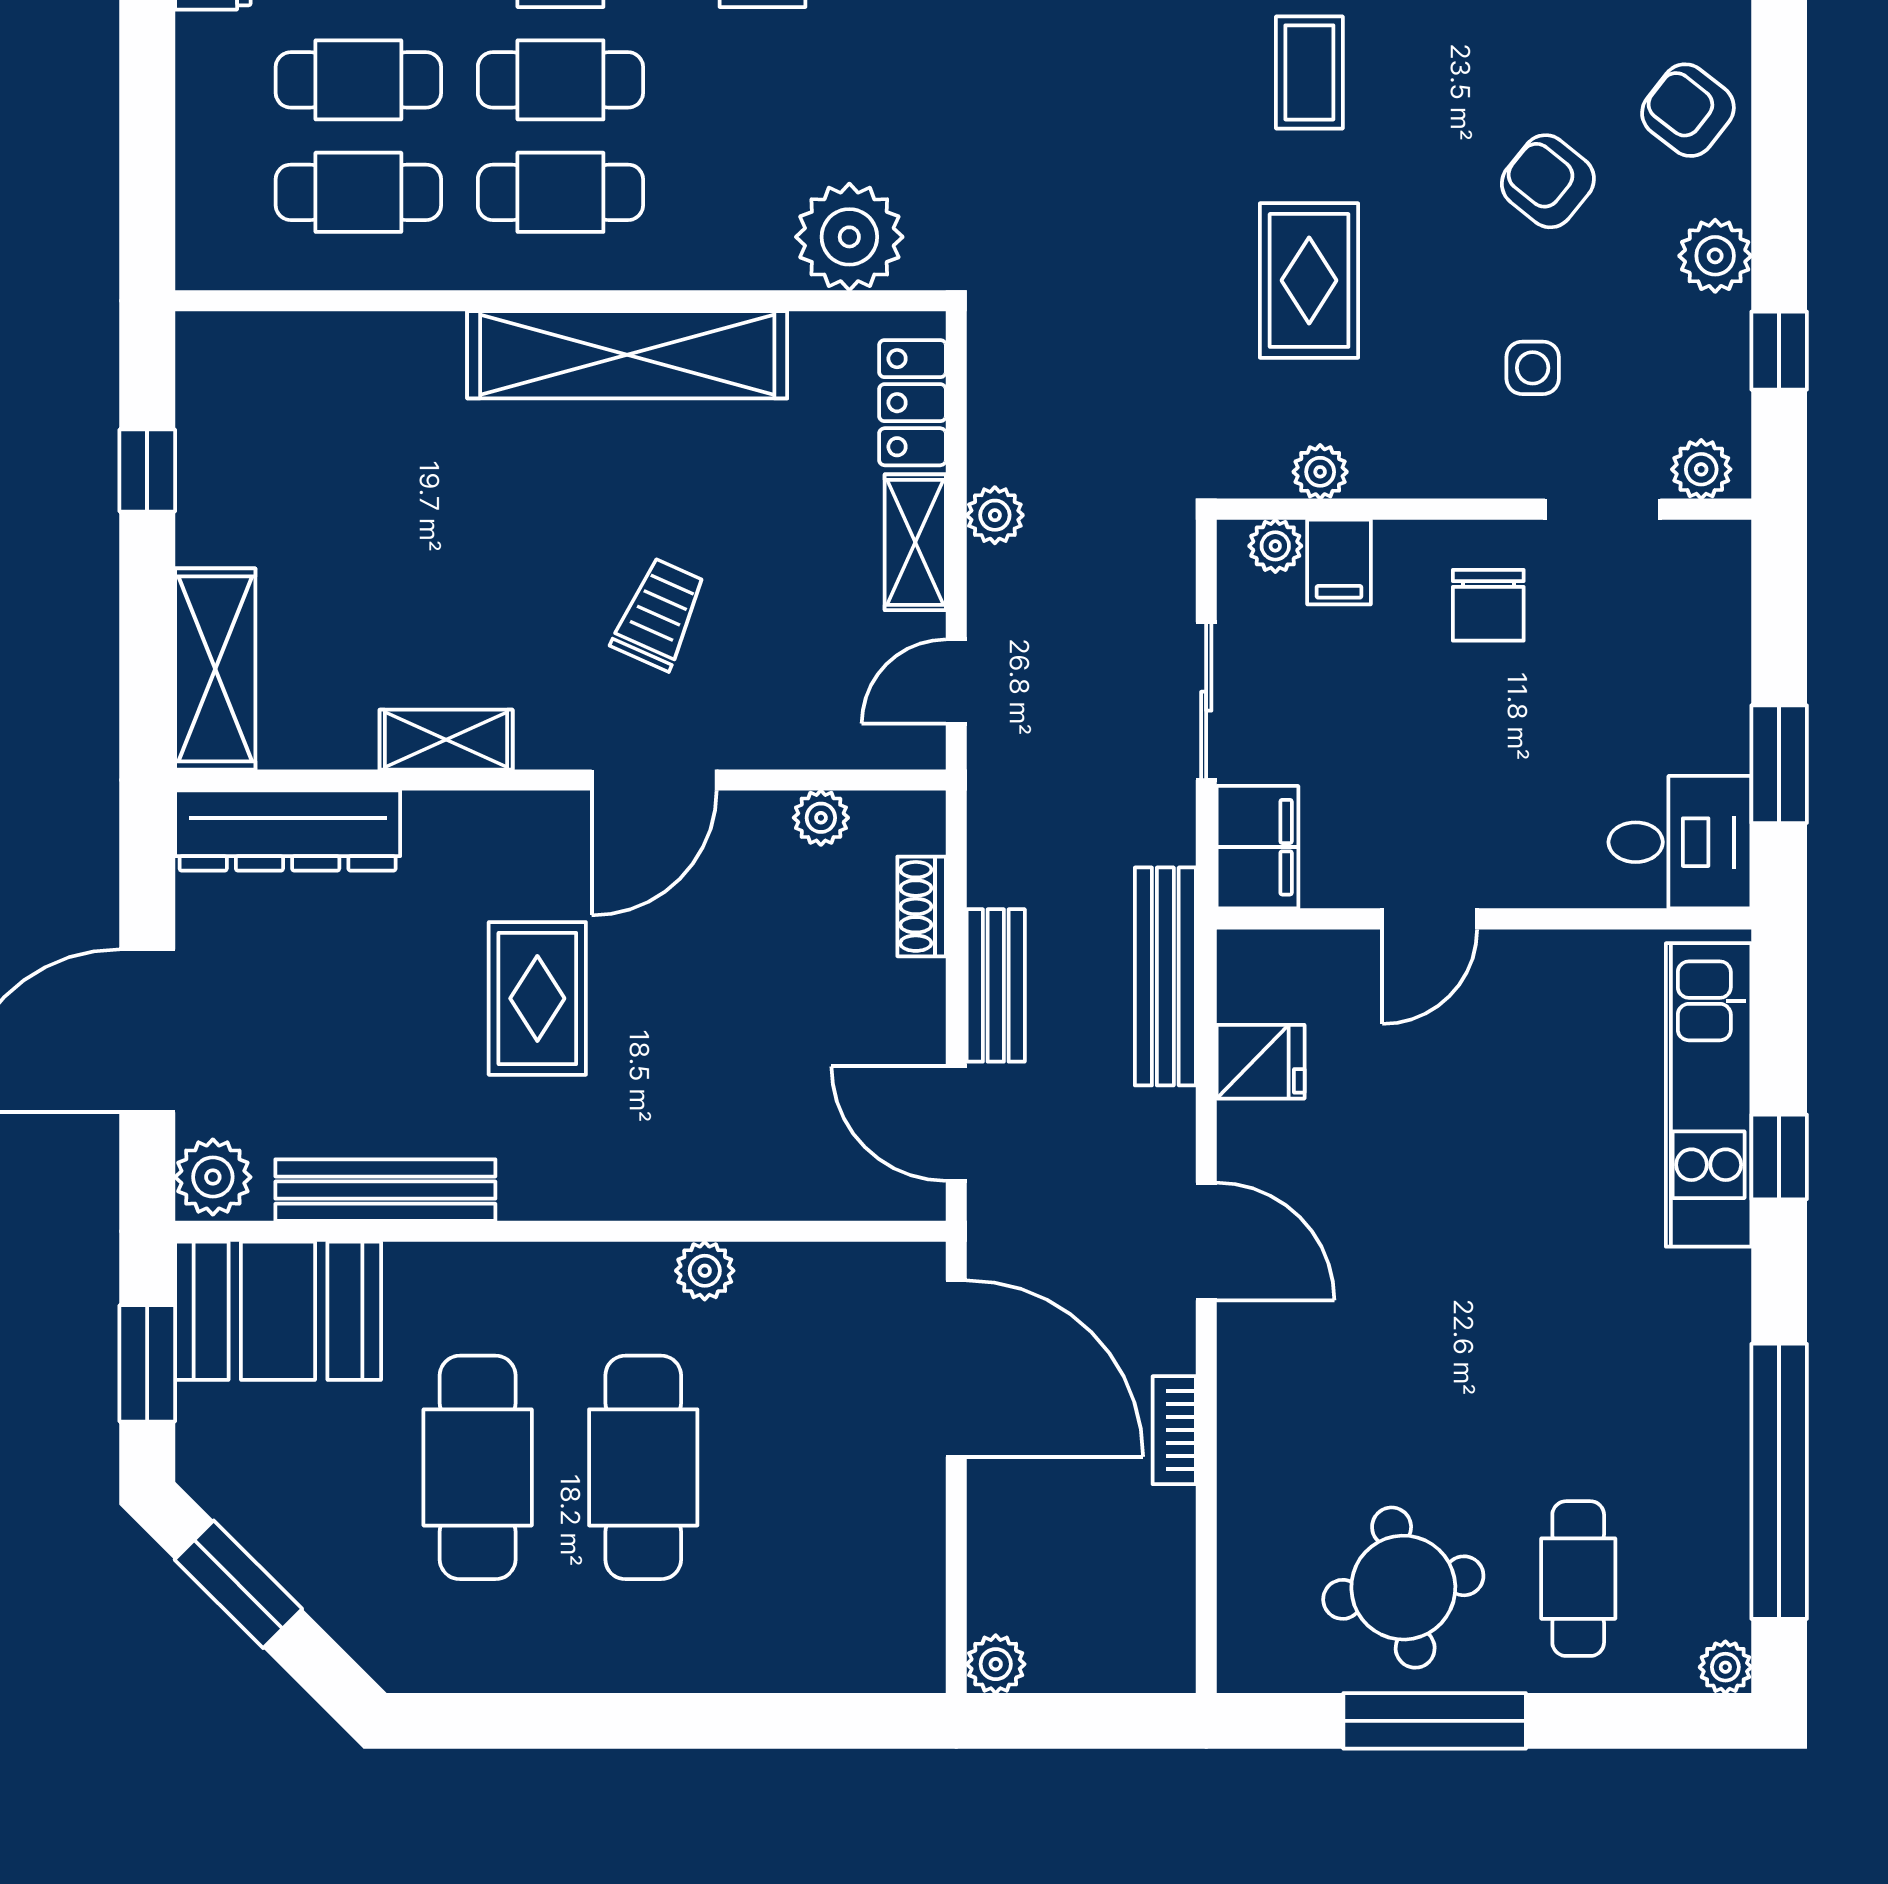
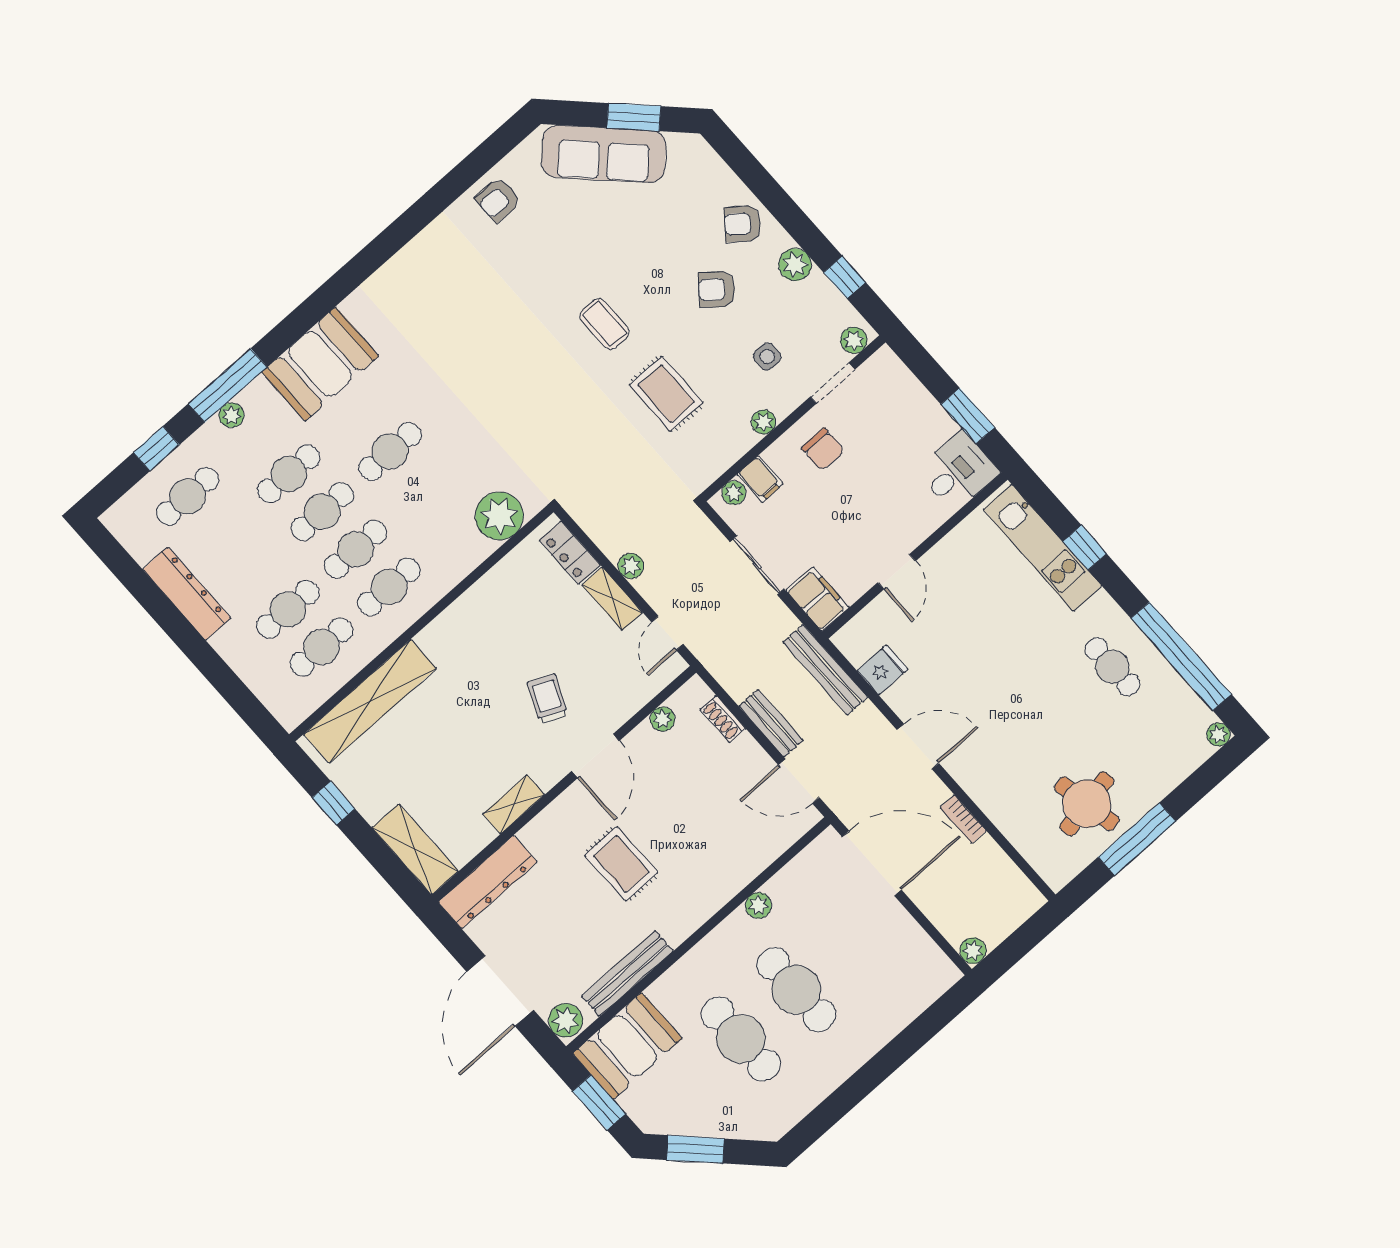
shelving: (627, 355) -> (370, 701), moved
plant: (1320, 472) -> (764, 422), moved
cafe table: (1578, 1579) -> (1112, 667), moved

